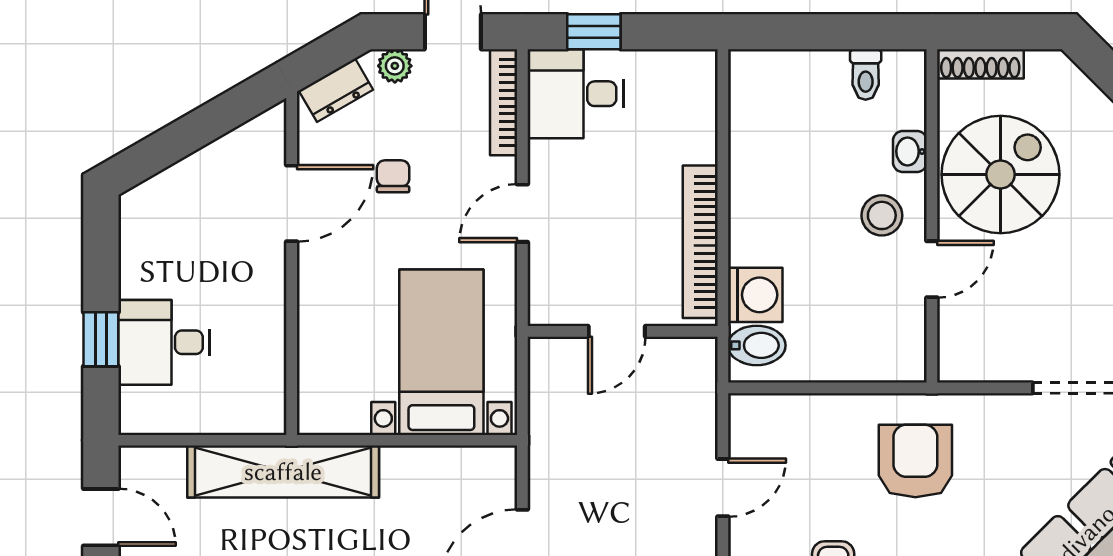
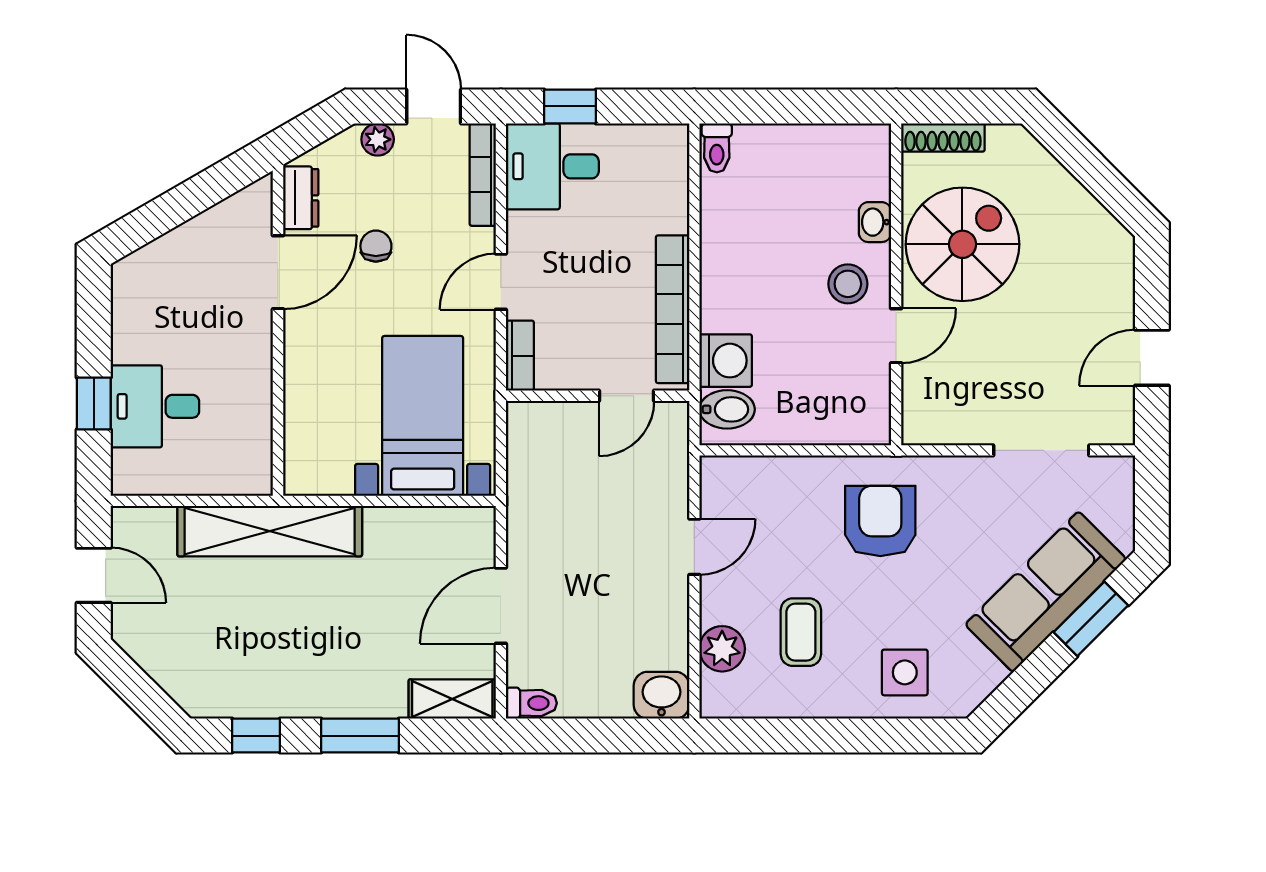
toilet: (866, 75) -> (717, 148), moved
dresser: (336, 90) -> (301, 198), moved, turned -60
bookcase: (542, 290) -> (520, 356), added
door: (617, 331) -> (627, 396), moved

